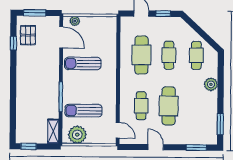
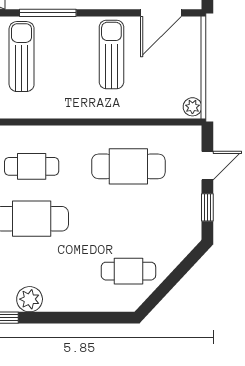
plant: (75, 21) -> (192, 107), moved
cafe table: (169, 55) -> (128, 219), removed
plant: (211, 84) -> (30, 299), moved

